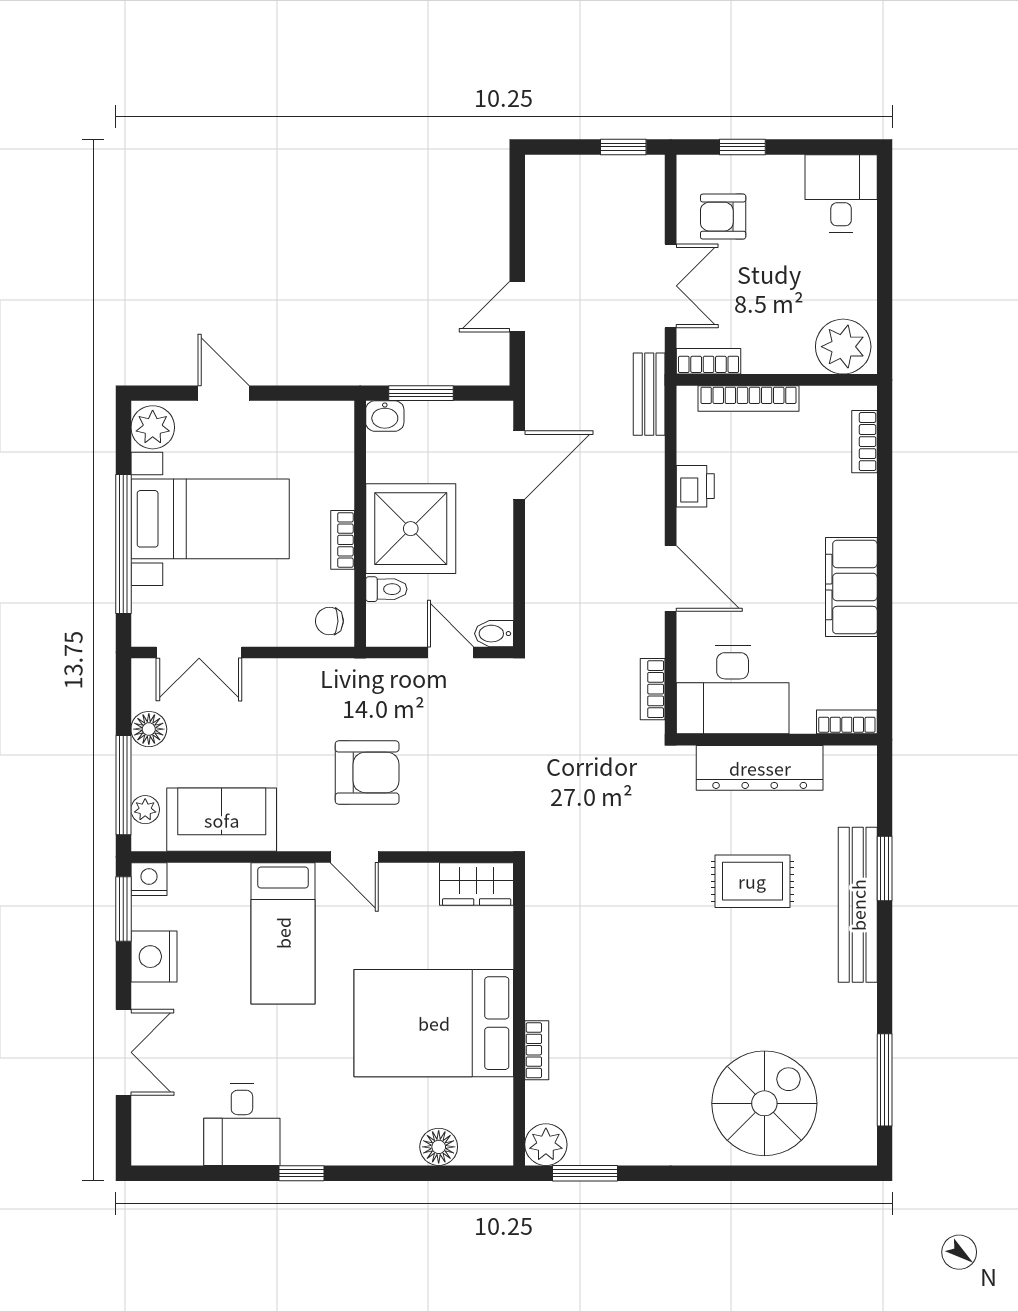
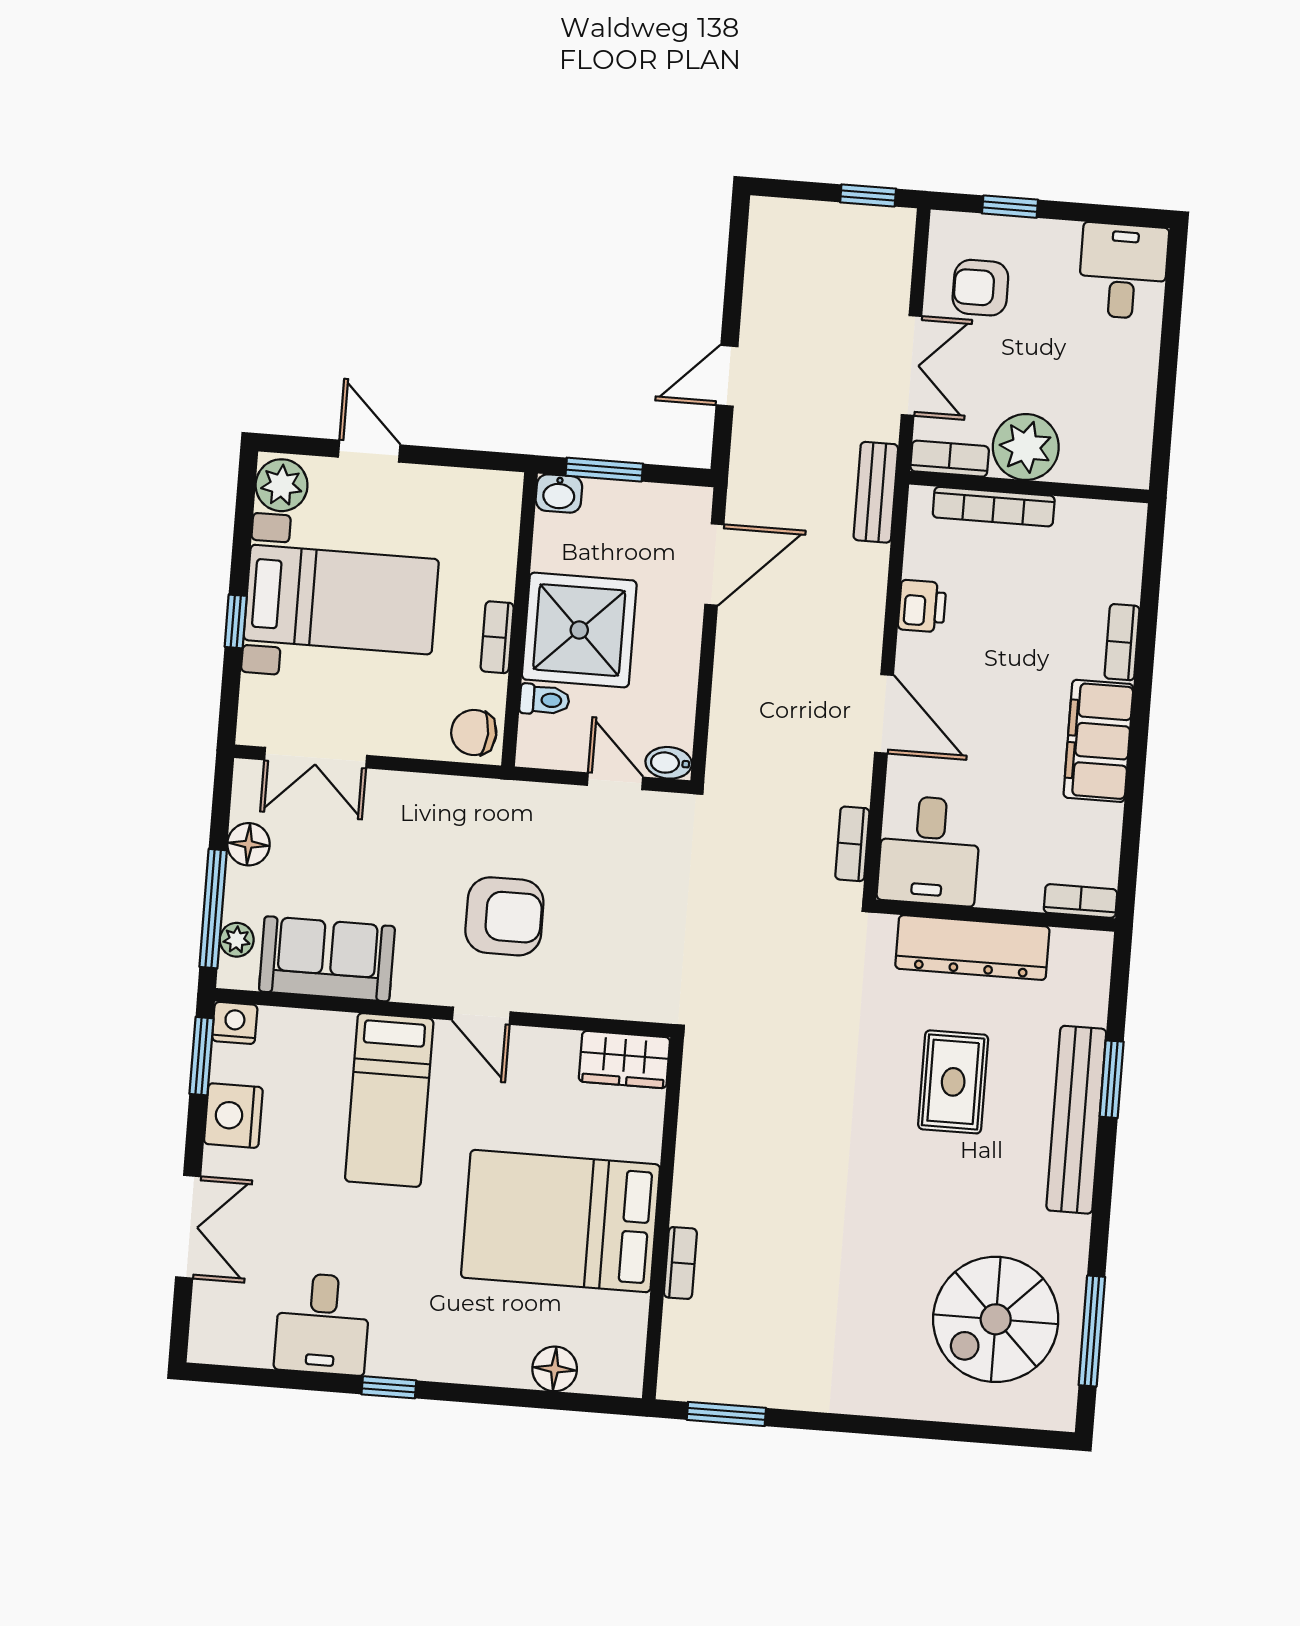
plant: (843, 347) -> (1026, 447), moved
bookcase: (864, 442) -> (1122, 642), moved
window: (123, 544) -> (236, 621), width x0.32
chair: (329, 621) -> (474, 732), width x1.37, depth x1.37
desk: (733, 690) -> (929, 851), width x0.73
rug: (752, 881) -> (953, 1082), turned 90
spiral stairs: (764, 1103) -> (996, 1319), moved, turned 180
plant: (546, 1145) -> (682, 1376), removed

